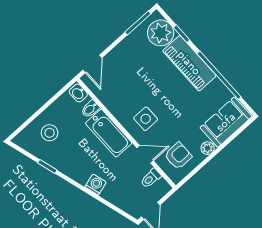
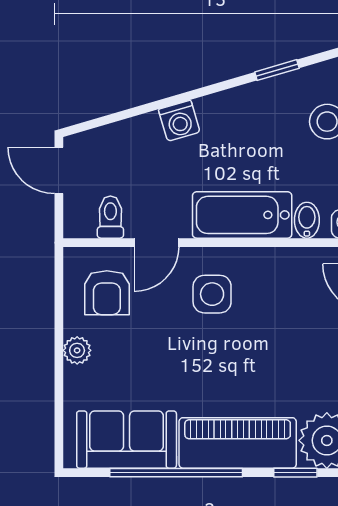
sofa: (226, 122) -> (127, 440), moved, turned -90

